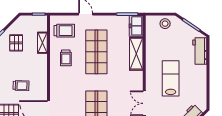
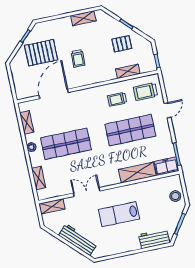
trolley: (64, 31) -> (145, 92), turned 90
lab bench: (171, 78) -> (119, 214), turned 180

